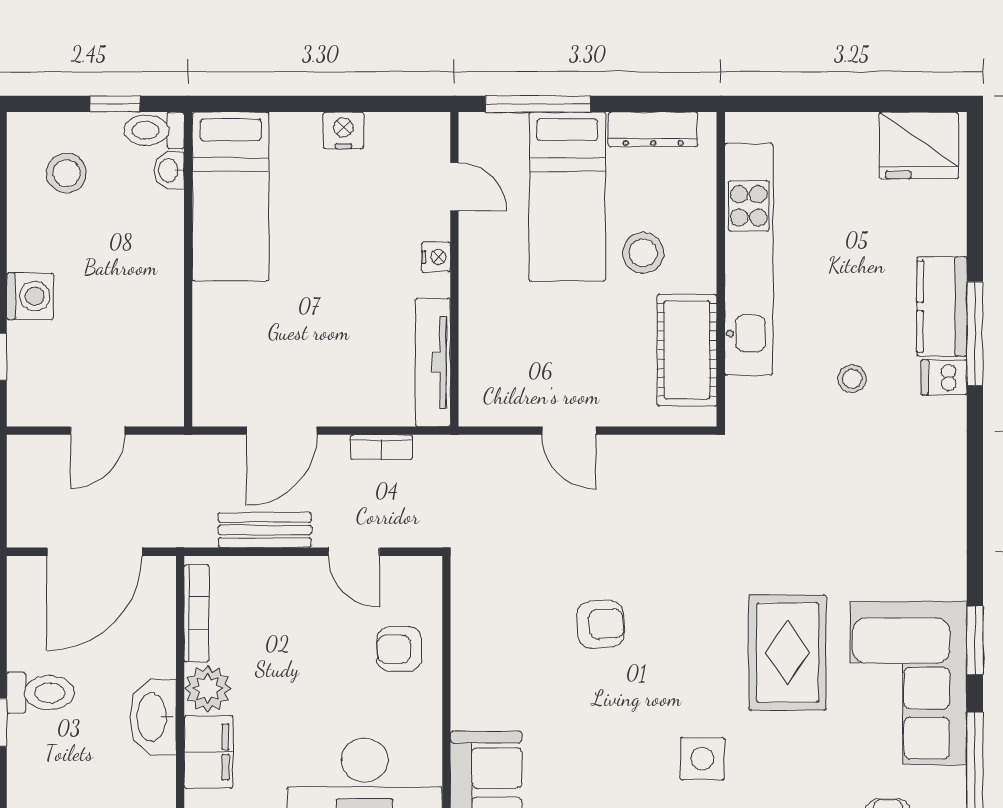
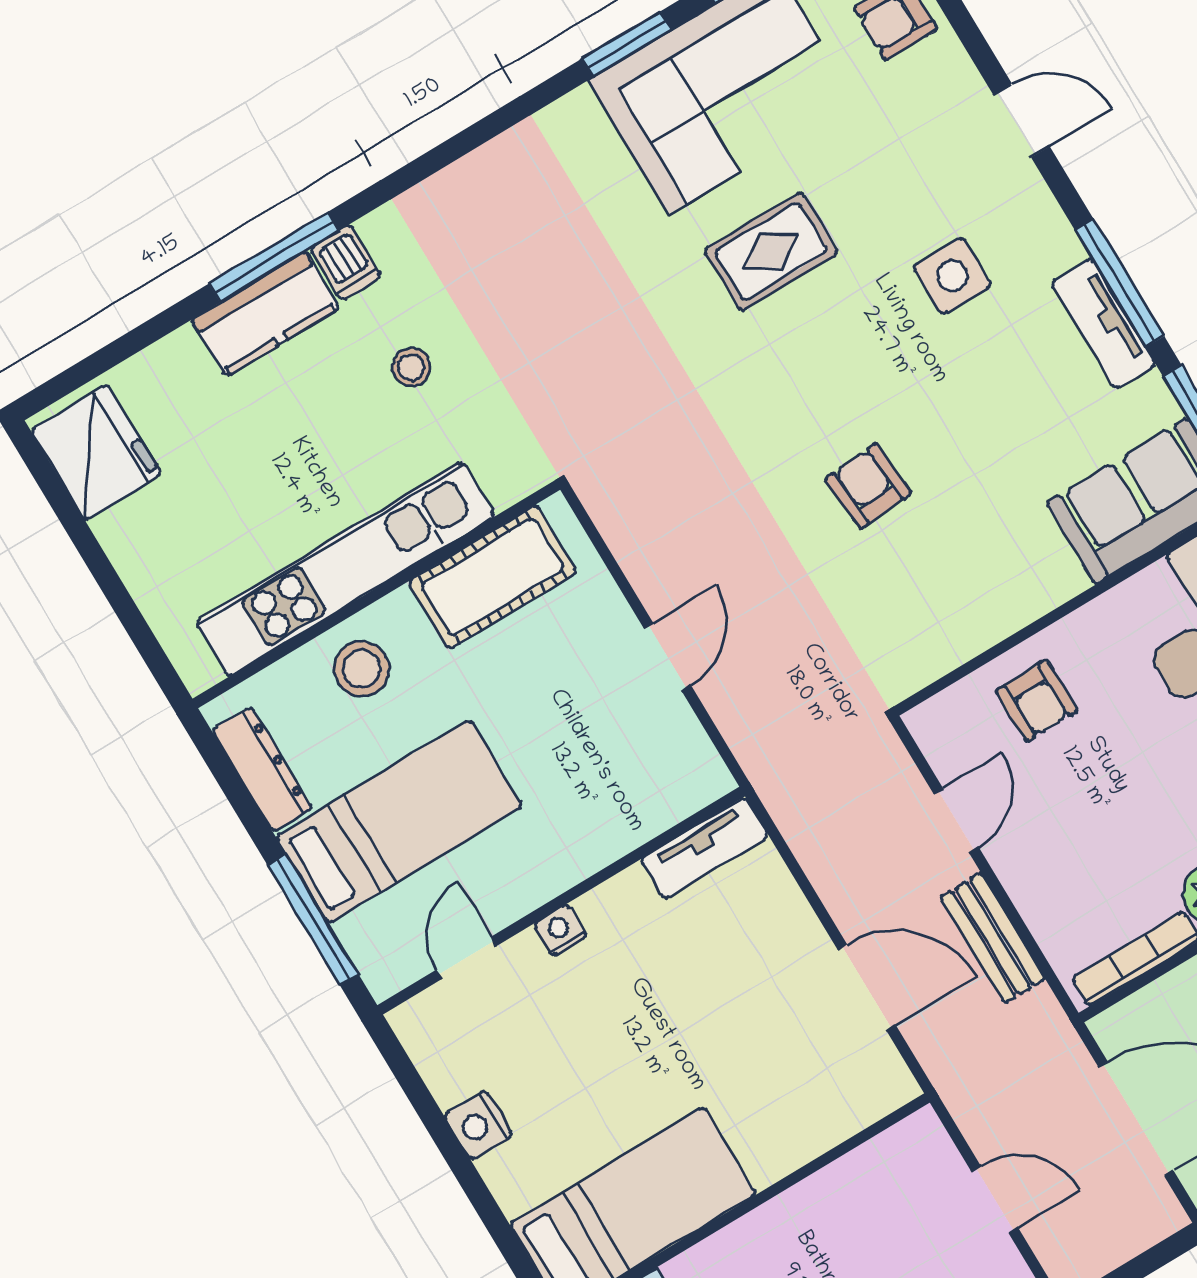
stool: (643, 253) -> (362, 669), moved
tv unit: (433, 362) -> (705, 848), width x0.71
bookcase: (382, 447) -> (816, 861), removed
rug: (787, 653) -> (771, 251), width x0.73, depth x0.70

